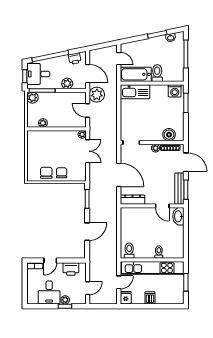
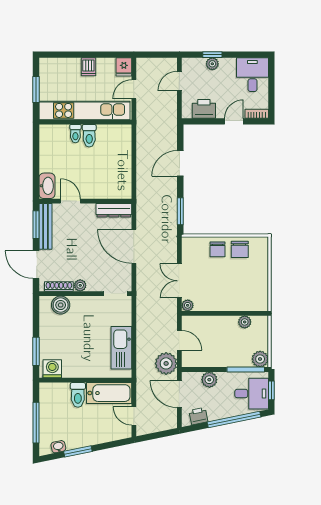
kitchen sink: (135, 92) -> (121, 348), moved, turned -90
toilet: (129, 251) -> (89, 136), moved
desk: (49, 292) -> (252, 75), moved

